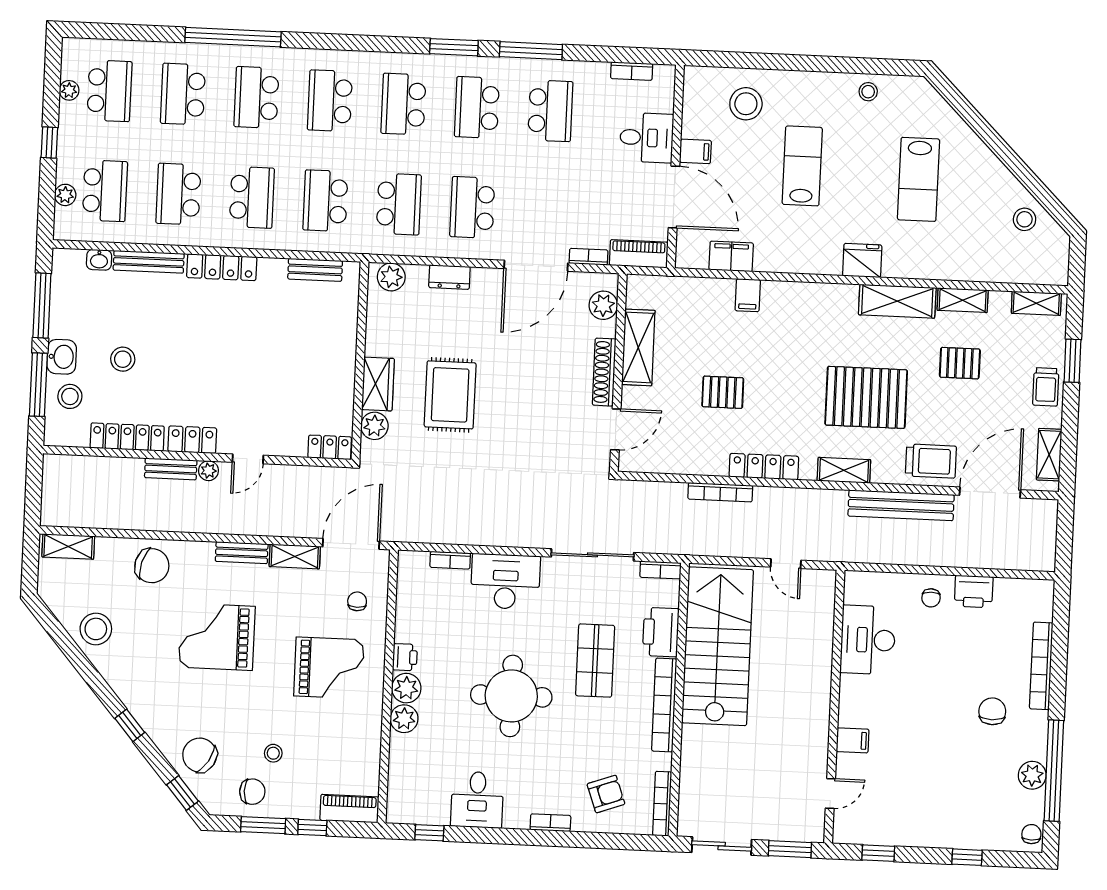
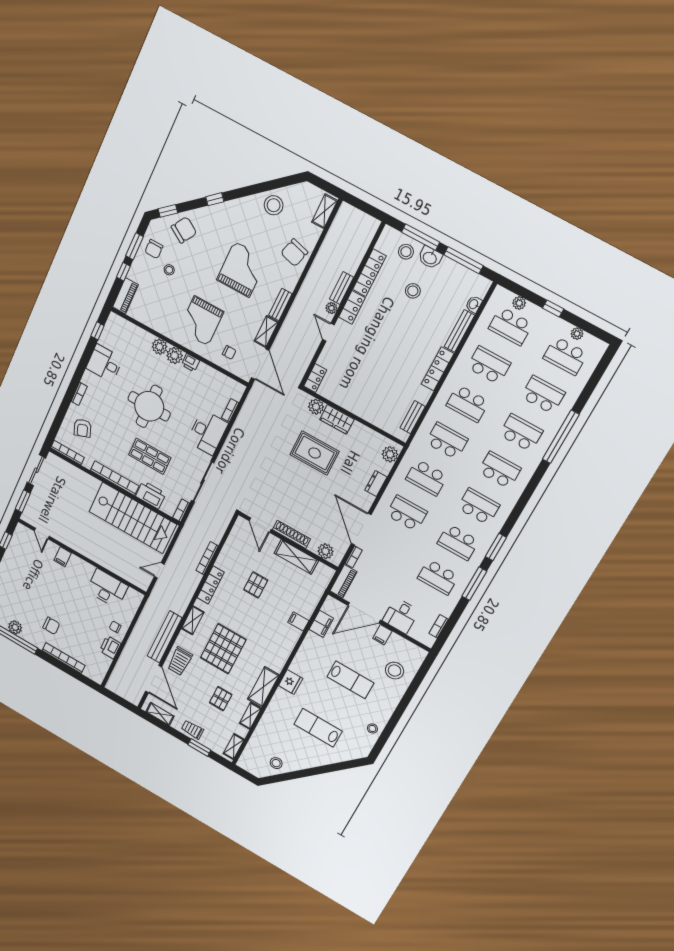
school desk: (477, 107) -> (458, 542), turned 180

